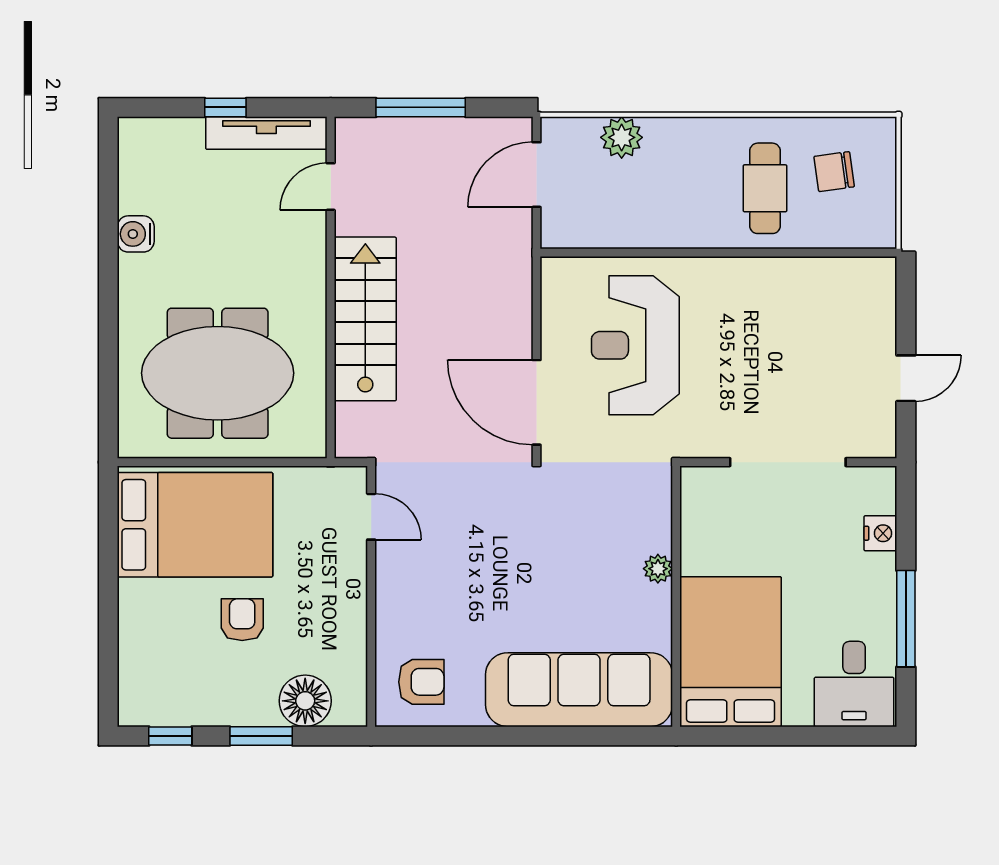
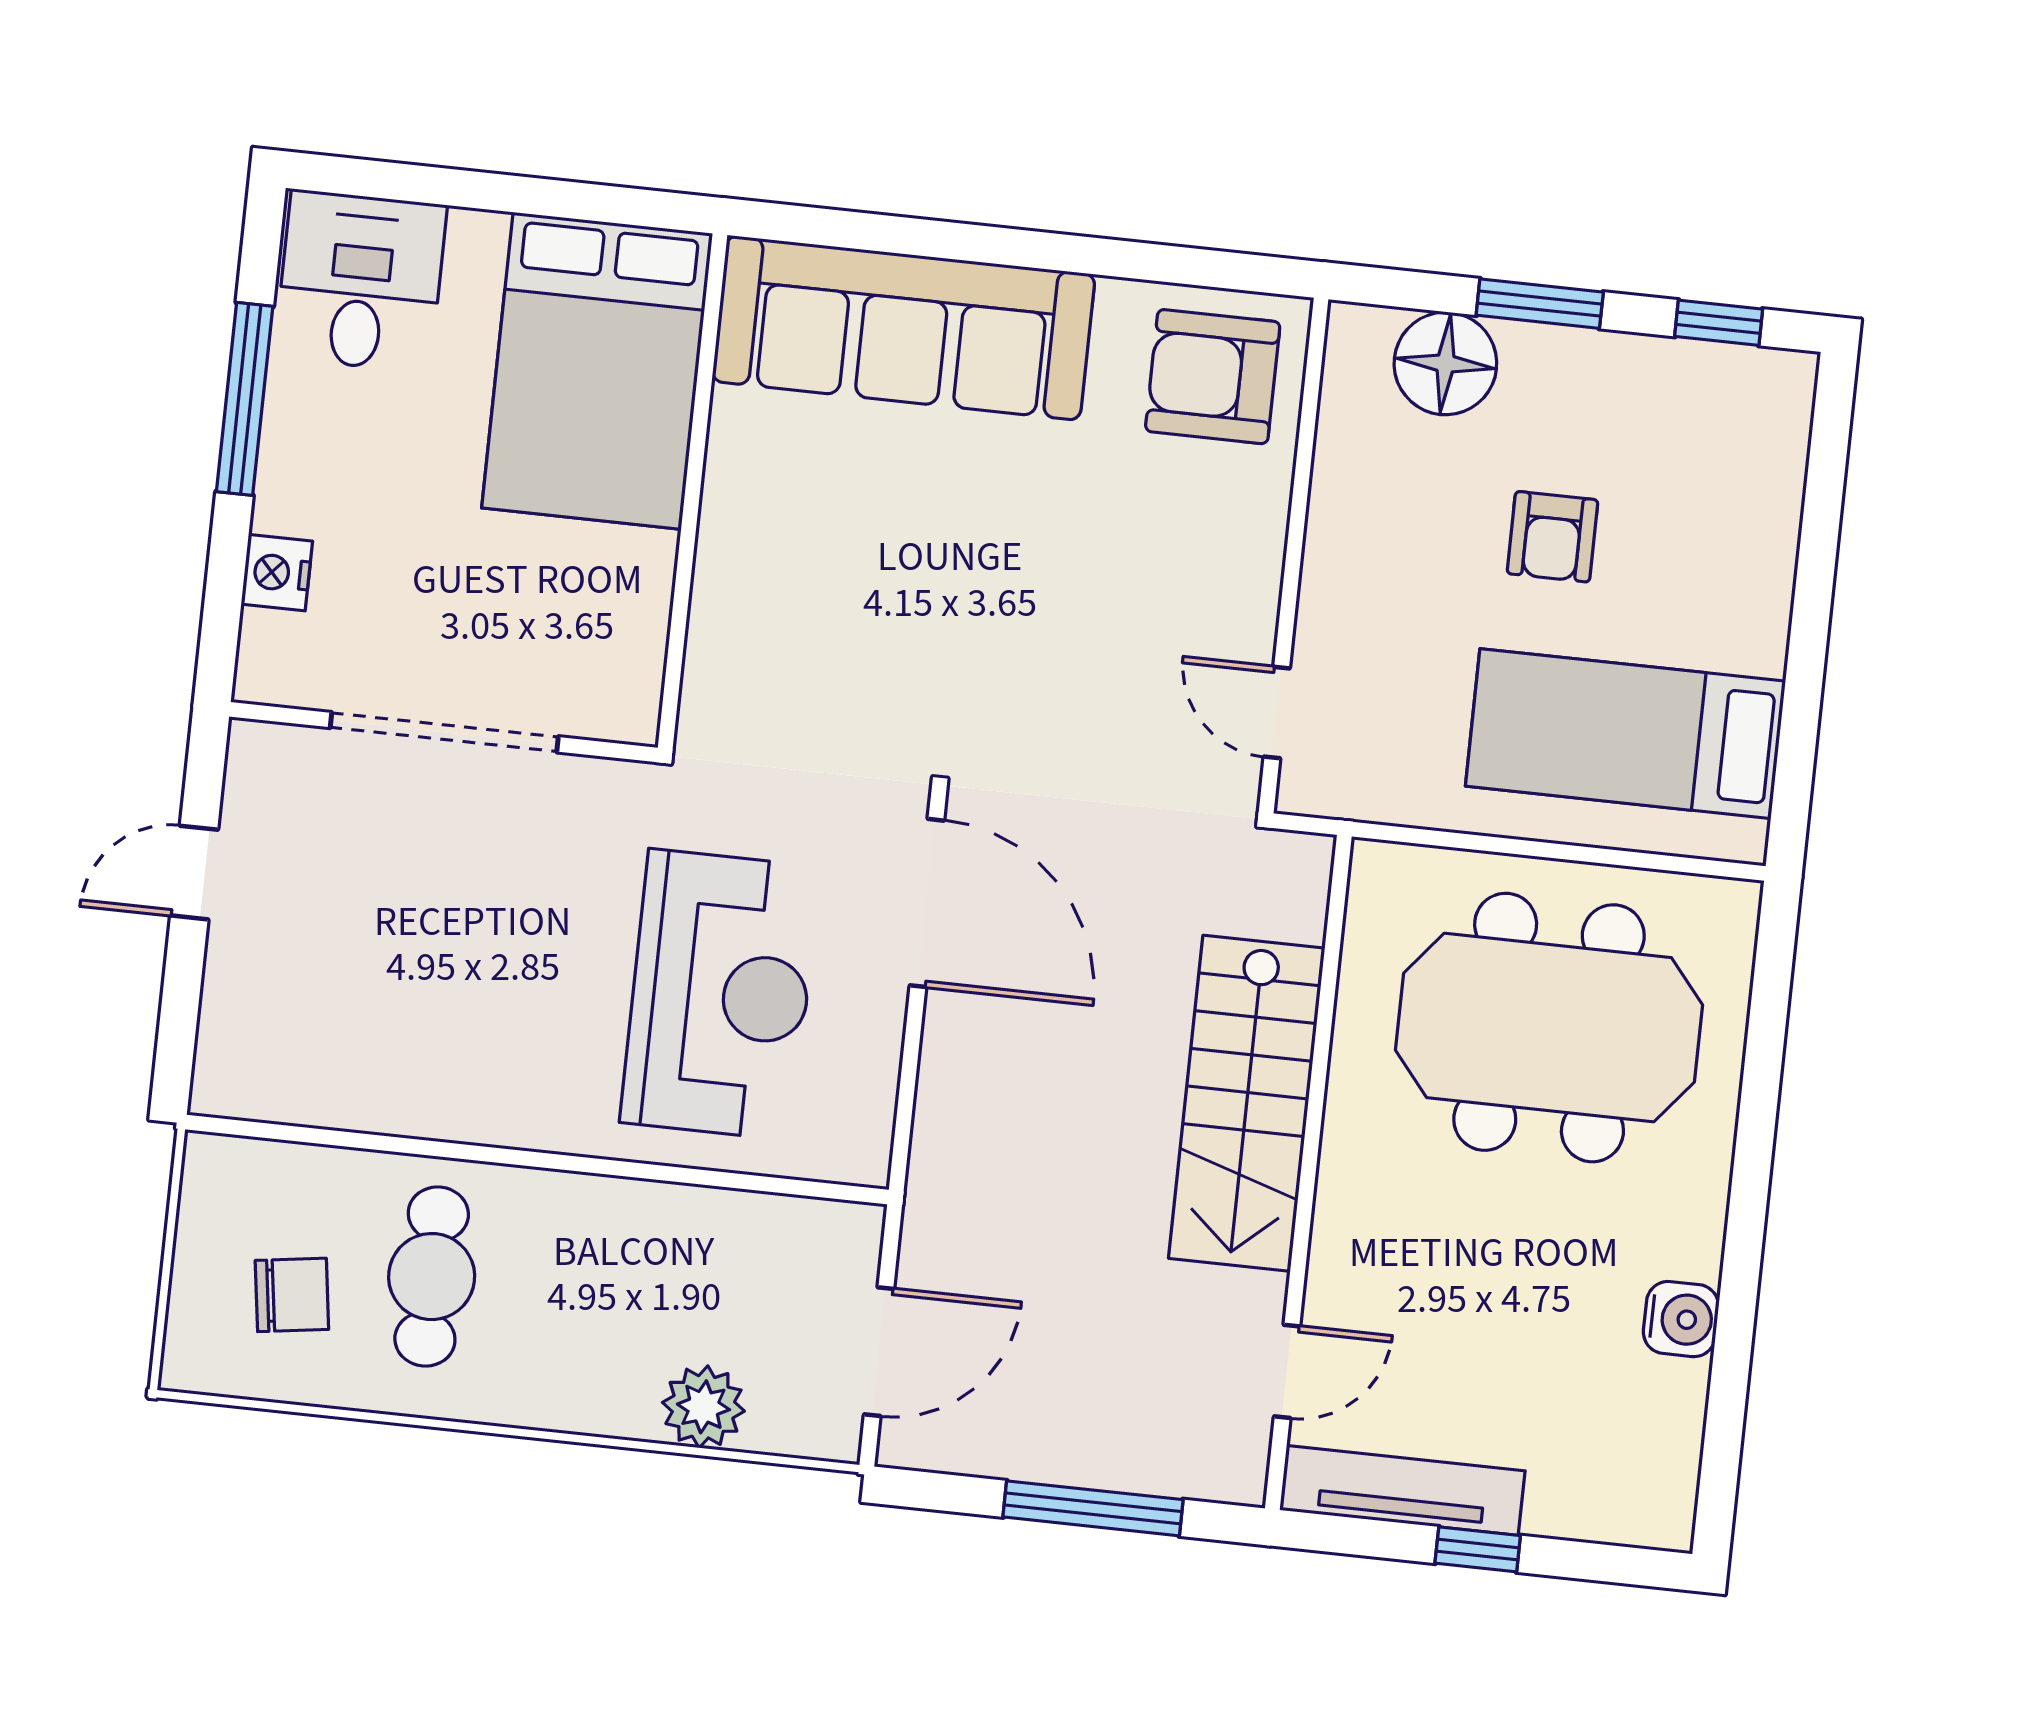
bed: (195, 525) -> (1625, 734), width x0.67
plant: (658, 569) -> (723, 550), removed
armchair: (421, 682) -> (1213, 377), width x1.38, depth x1.38

